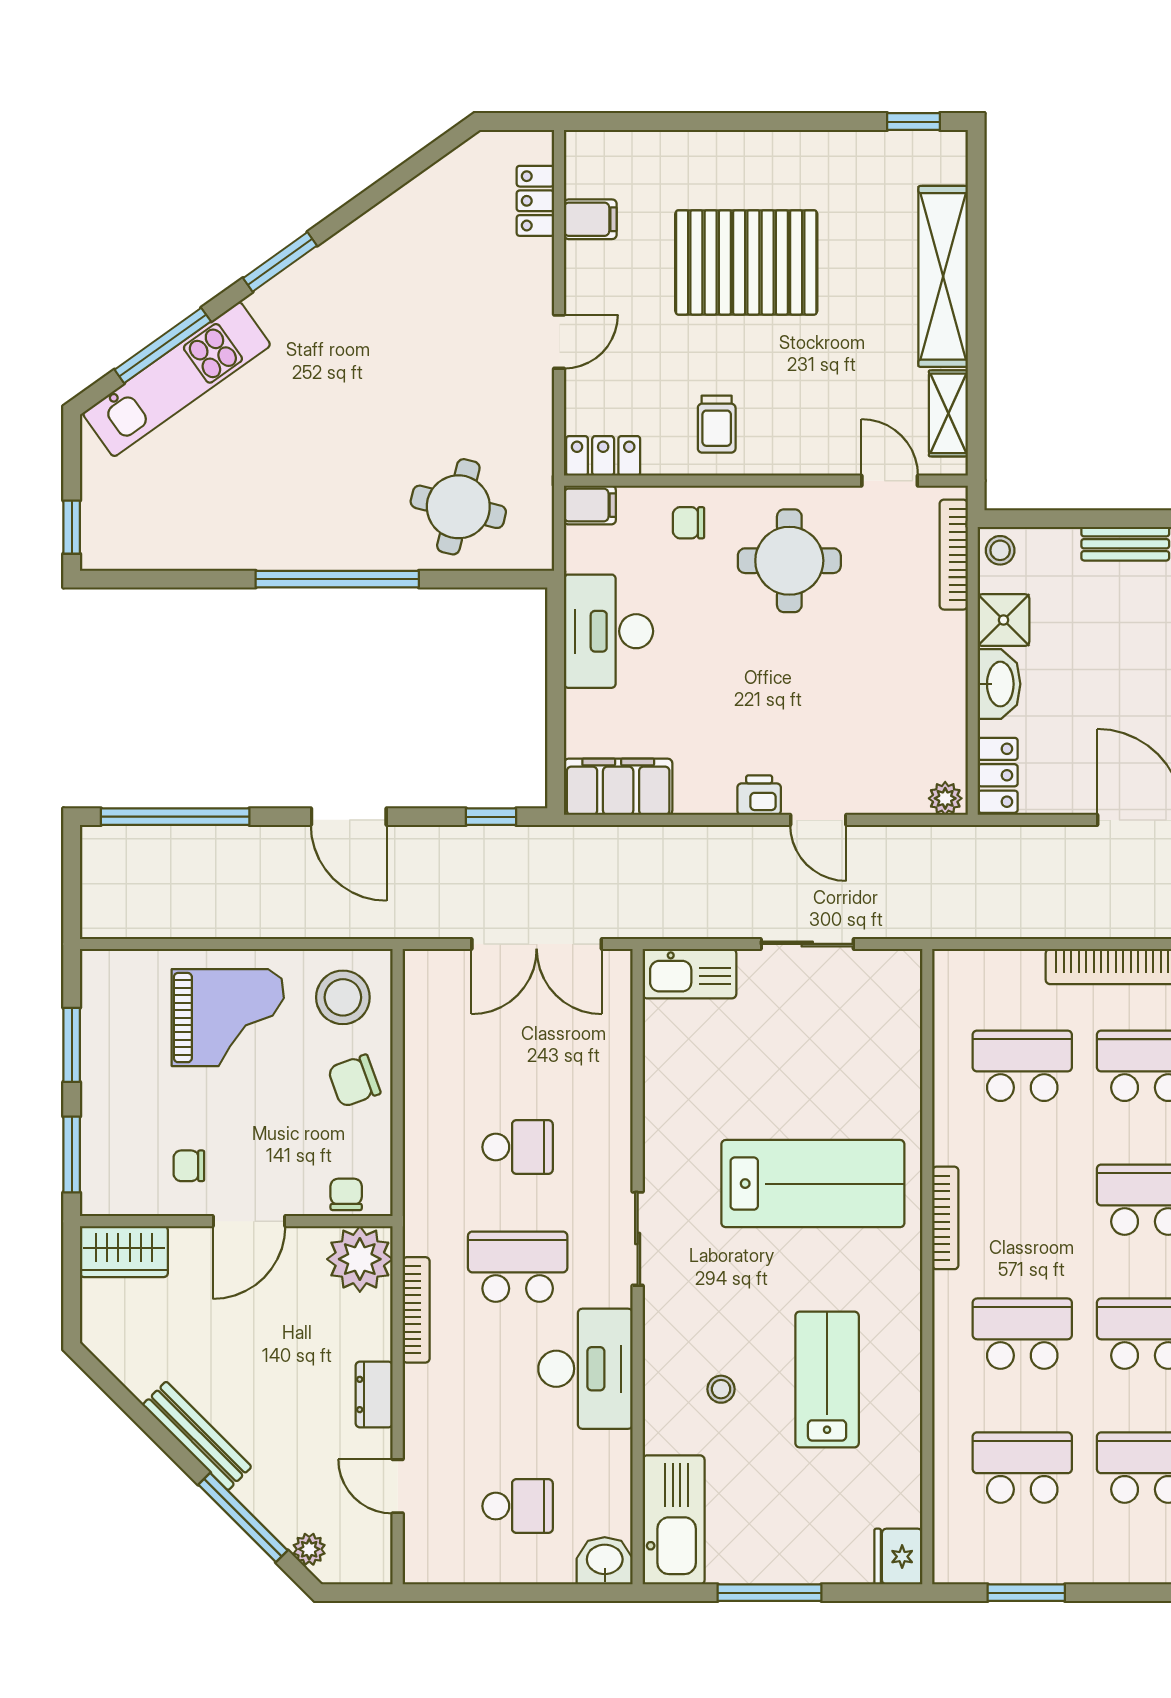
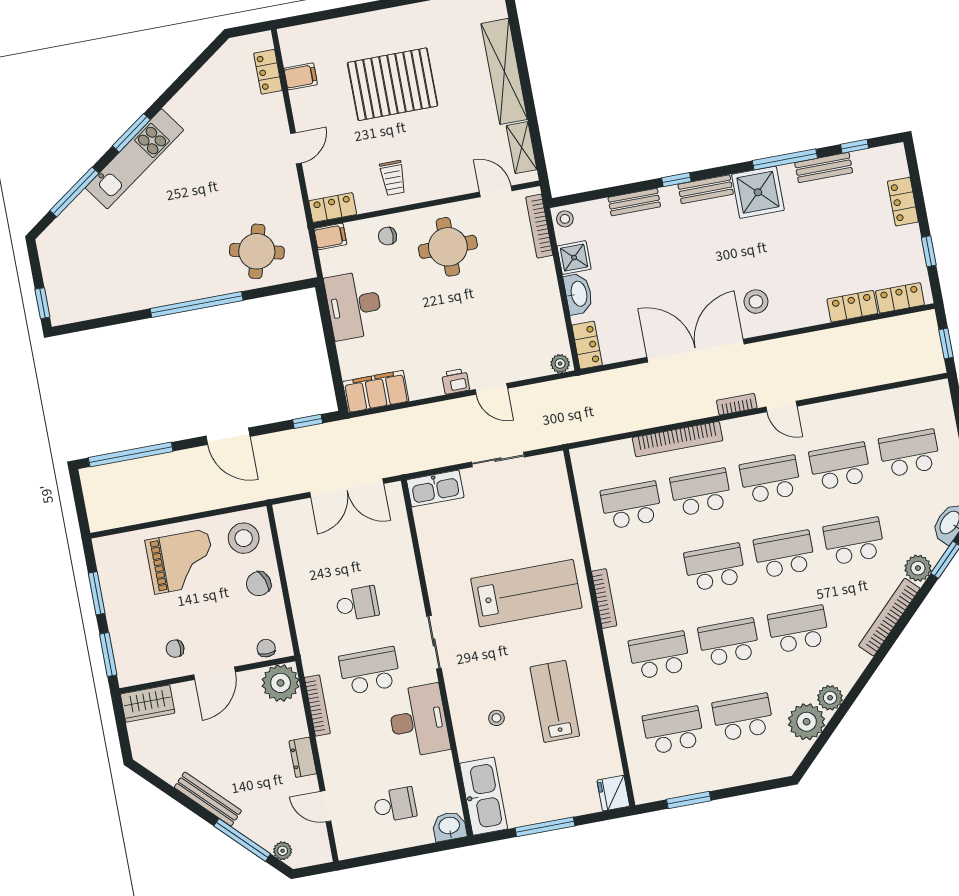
kitchen unit: (177, 379) -> (134, 159), moved

